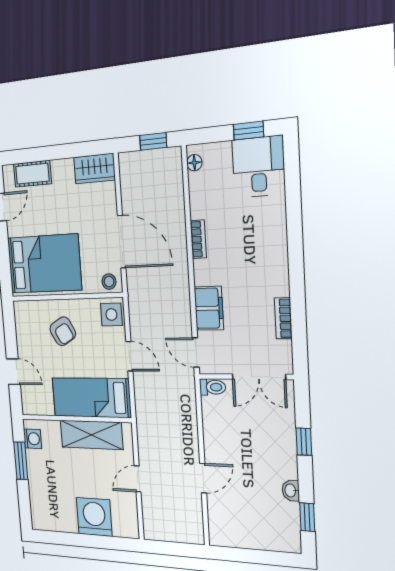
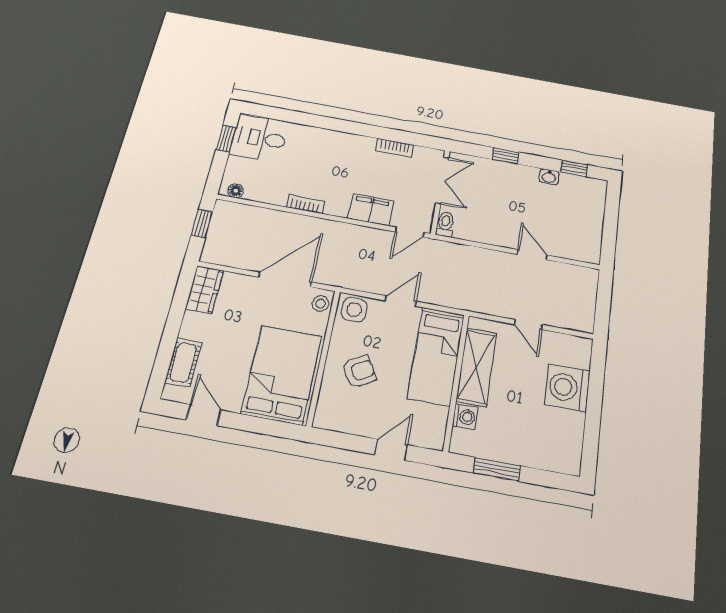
washing machine: (33, 439) -> (465, 417), moved, turned 90

